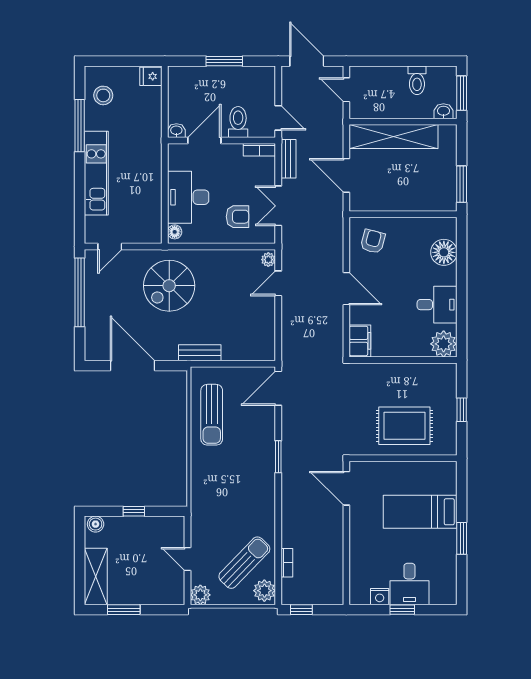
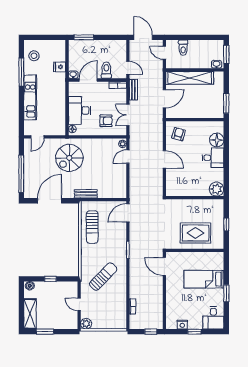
window: (224, 61) -> (84, 37), moved
fridge: (151, 76) -> (60, 67), moved
toilet: (417, 80) -> (183, 48), moved
door: (346, 175) -> (164, 99), swing flipped
window: (80, 292) -> (21, 174), moved
desk: (437, 305) -> (213, 158), moved
filing cabinet: (360, 341) -> (172, 187), removed
door: (133, 366) -> (50, 201), hinge flipped
sun lounger: (244, 563) -> (103, 277), moved
desk: (409, 584) -> (213, 318), moved
plant: (264, 591) -> (120, 321), removed
window: (301, 610) -> (151, 332), moved

